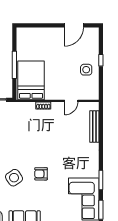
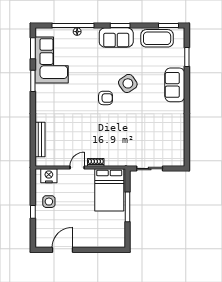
nightstand: (86, 93) -> (49, 176), added
door: (71, 101) -> (77, 167), moved
armchair: (41, 174) -> (105, 98), moved

